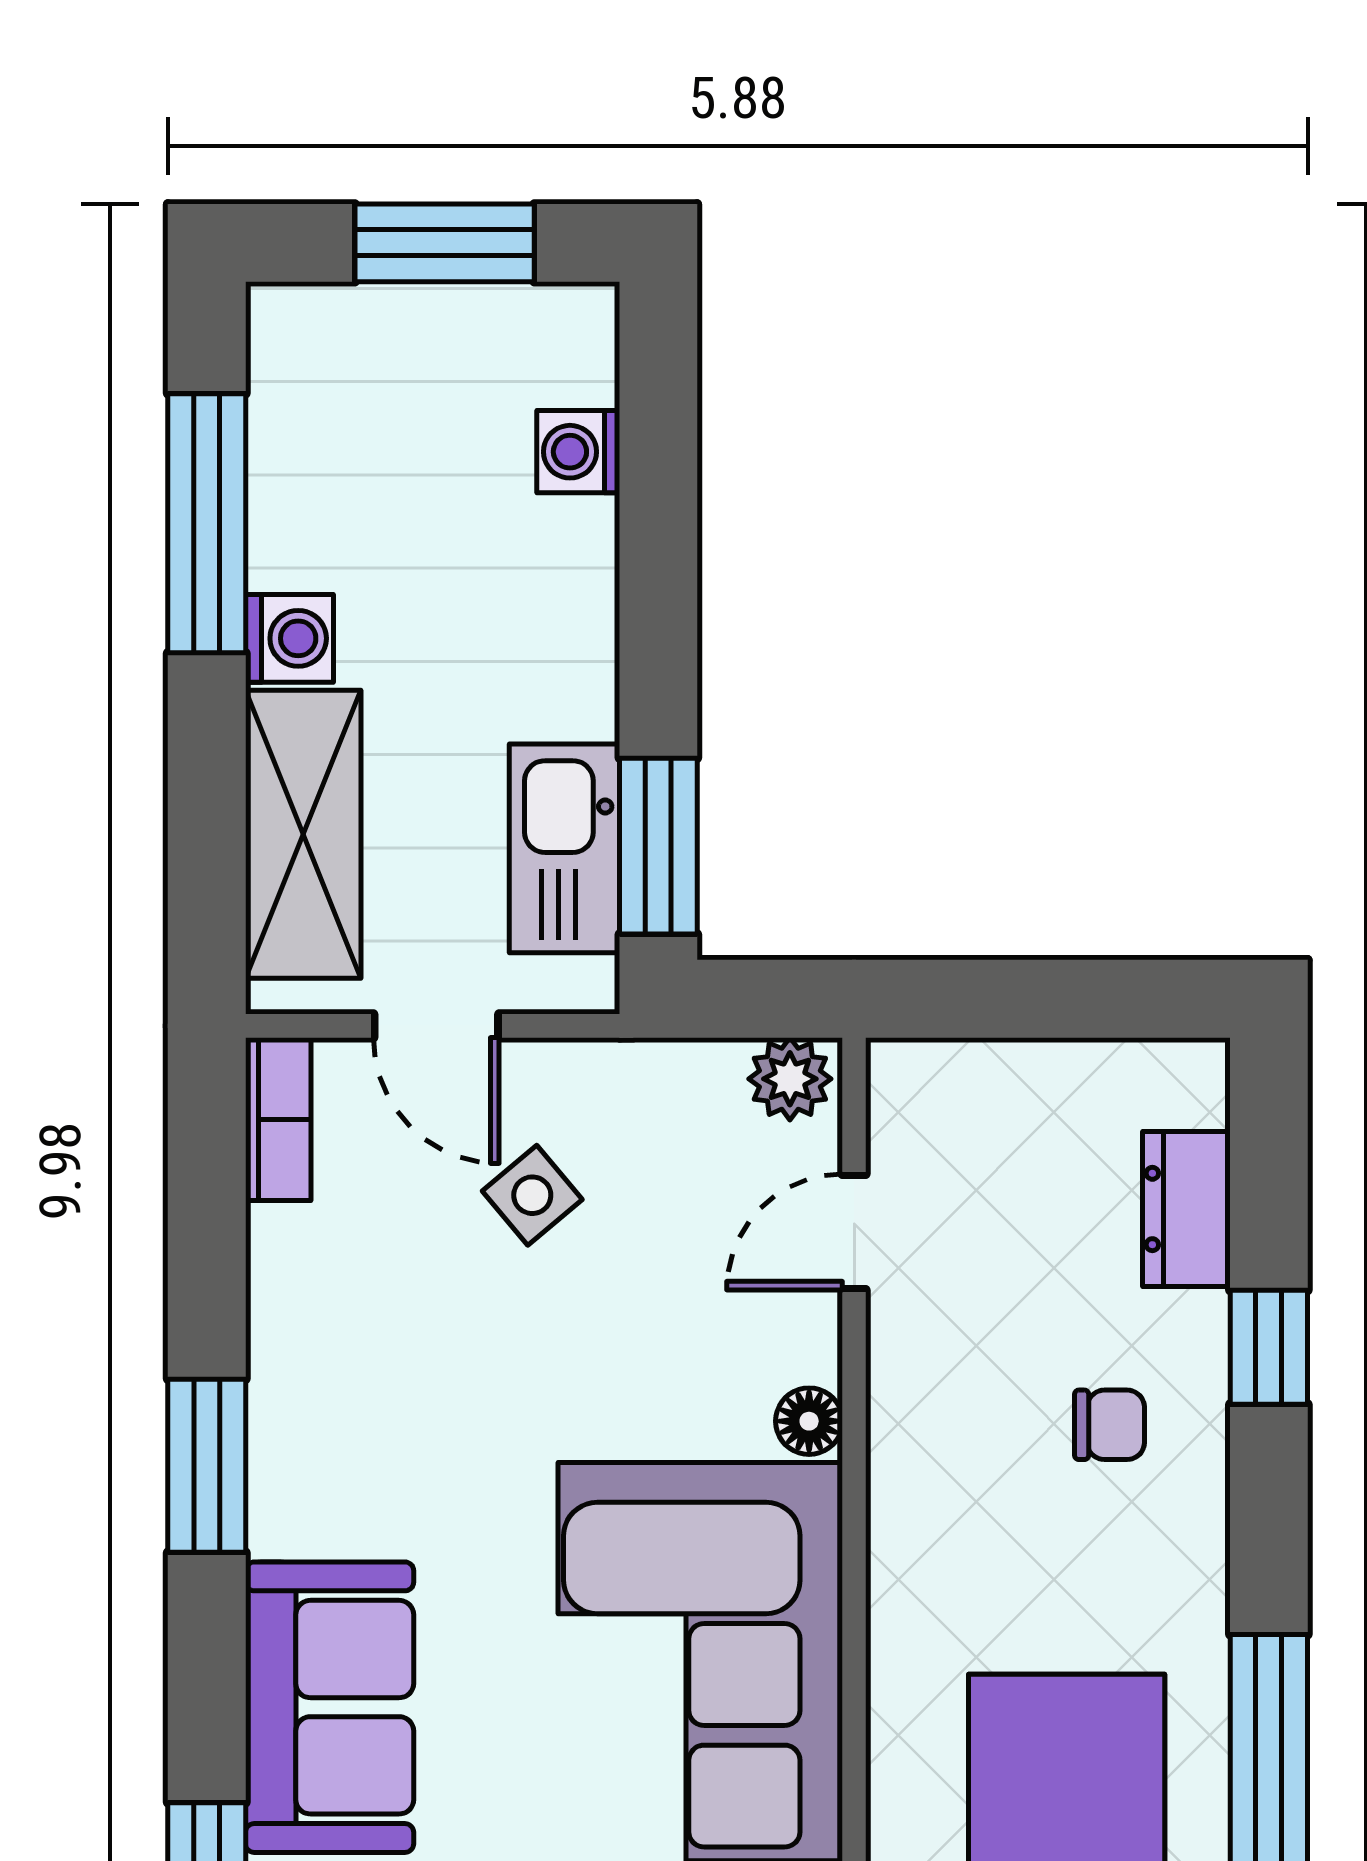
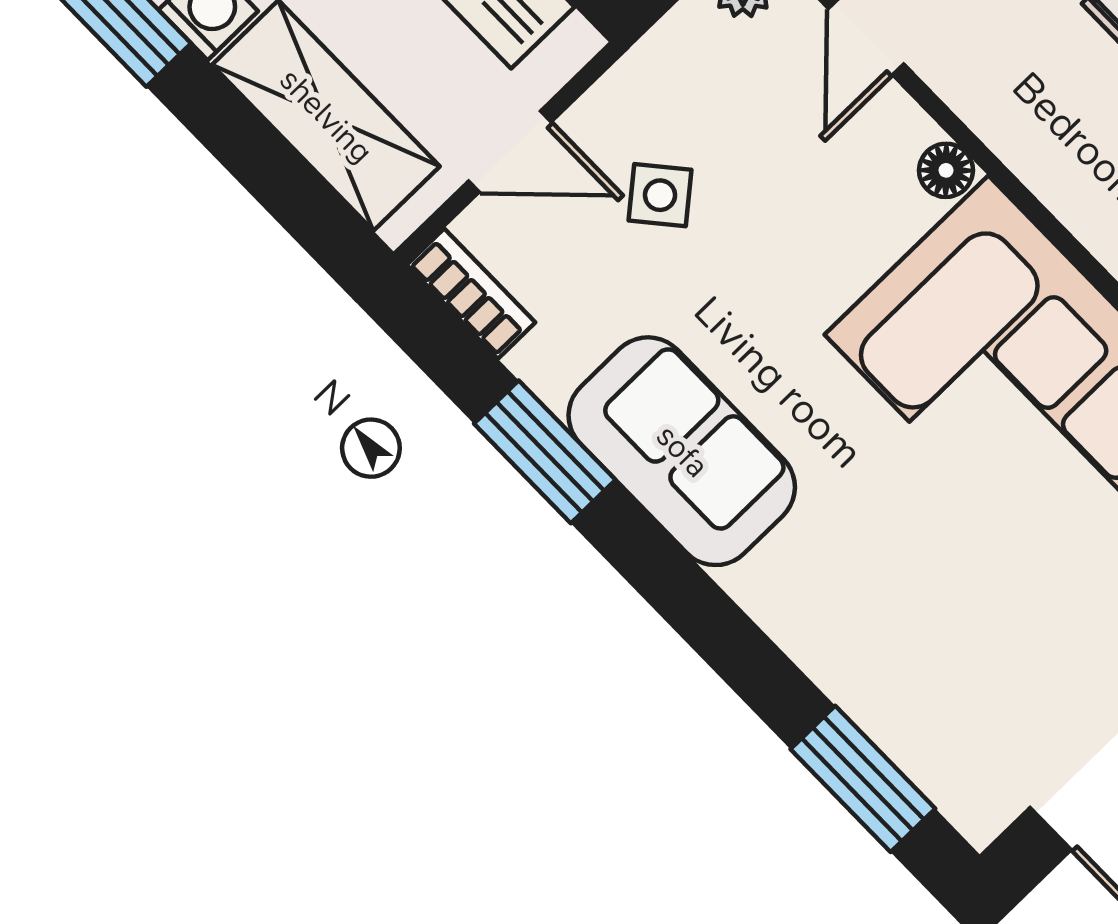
window: (207, 1466) -> (545, 452), moved
sofa: (330, 1707) -> (682, 451), moved

